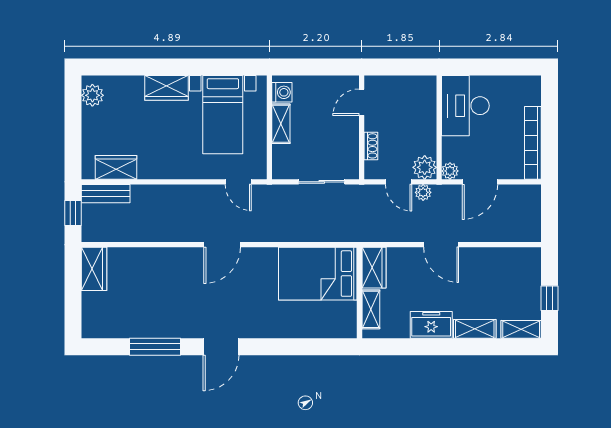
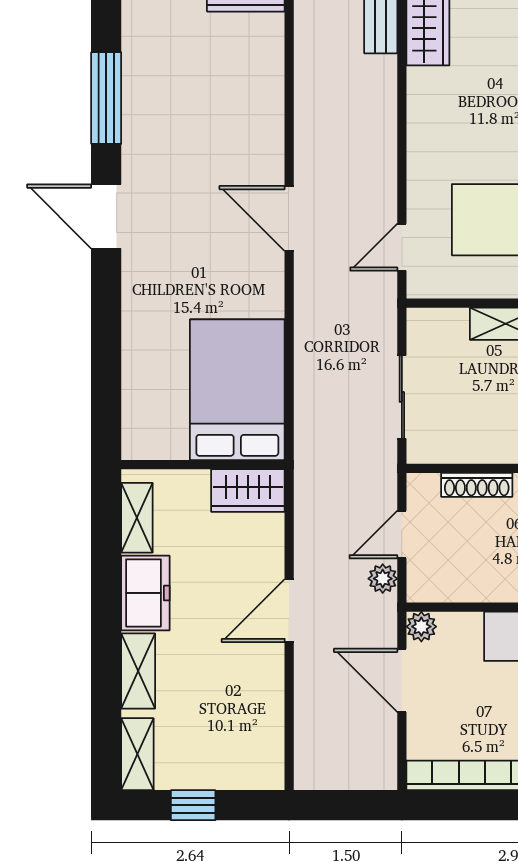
shoe rack: (371, 146) -> (477, 485), width x1.43
plant: (425, 167) -> (428, 581), removed
shelving: (371, 309) -> (137, 518), moved, turned 90

